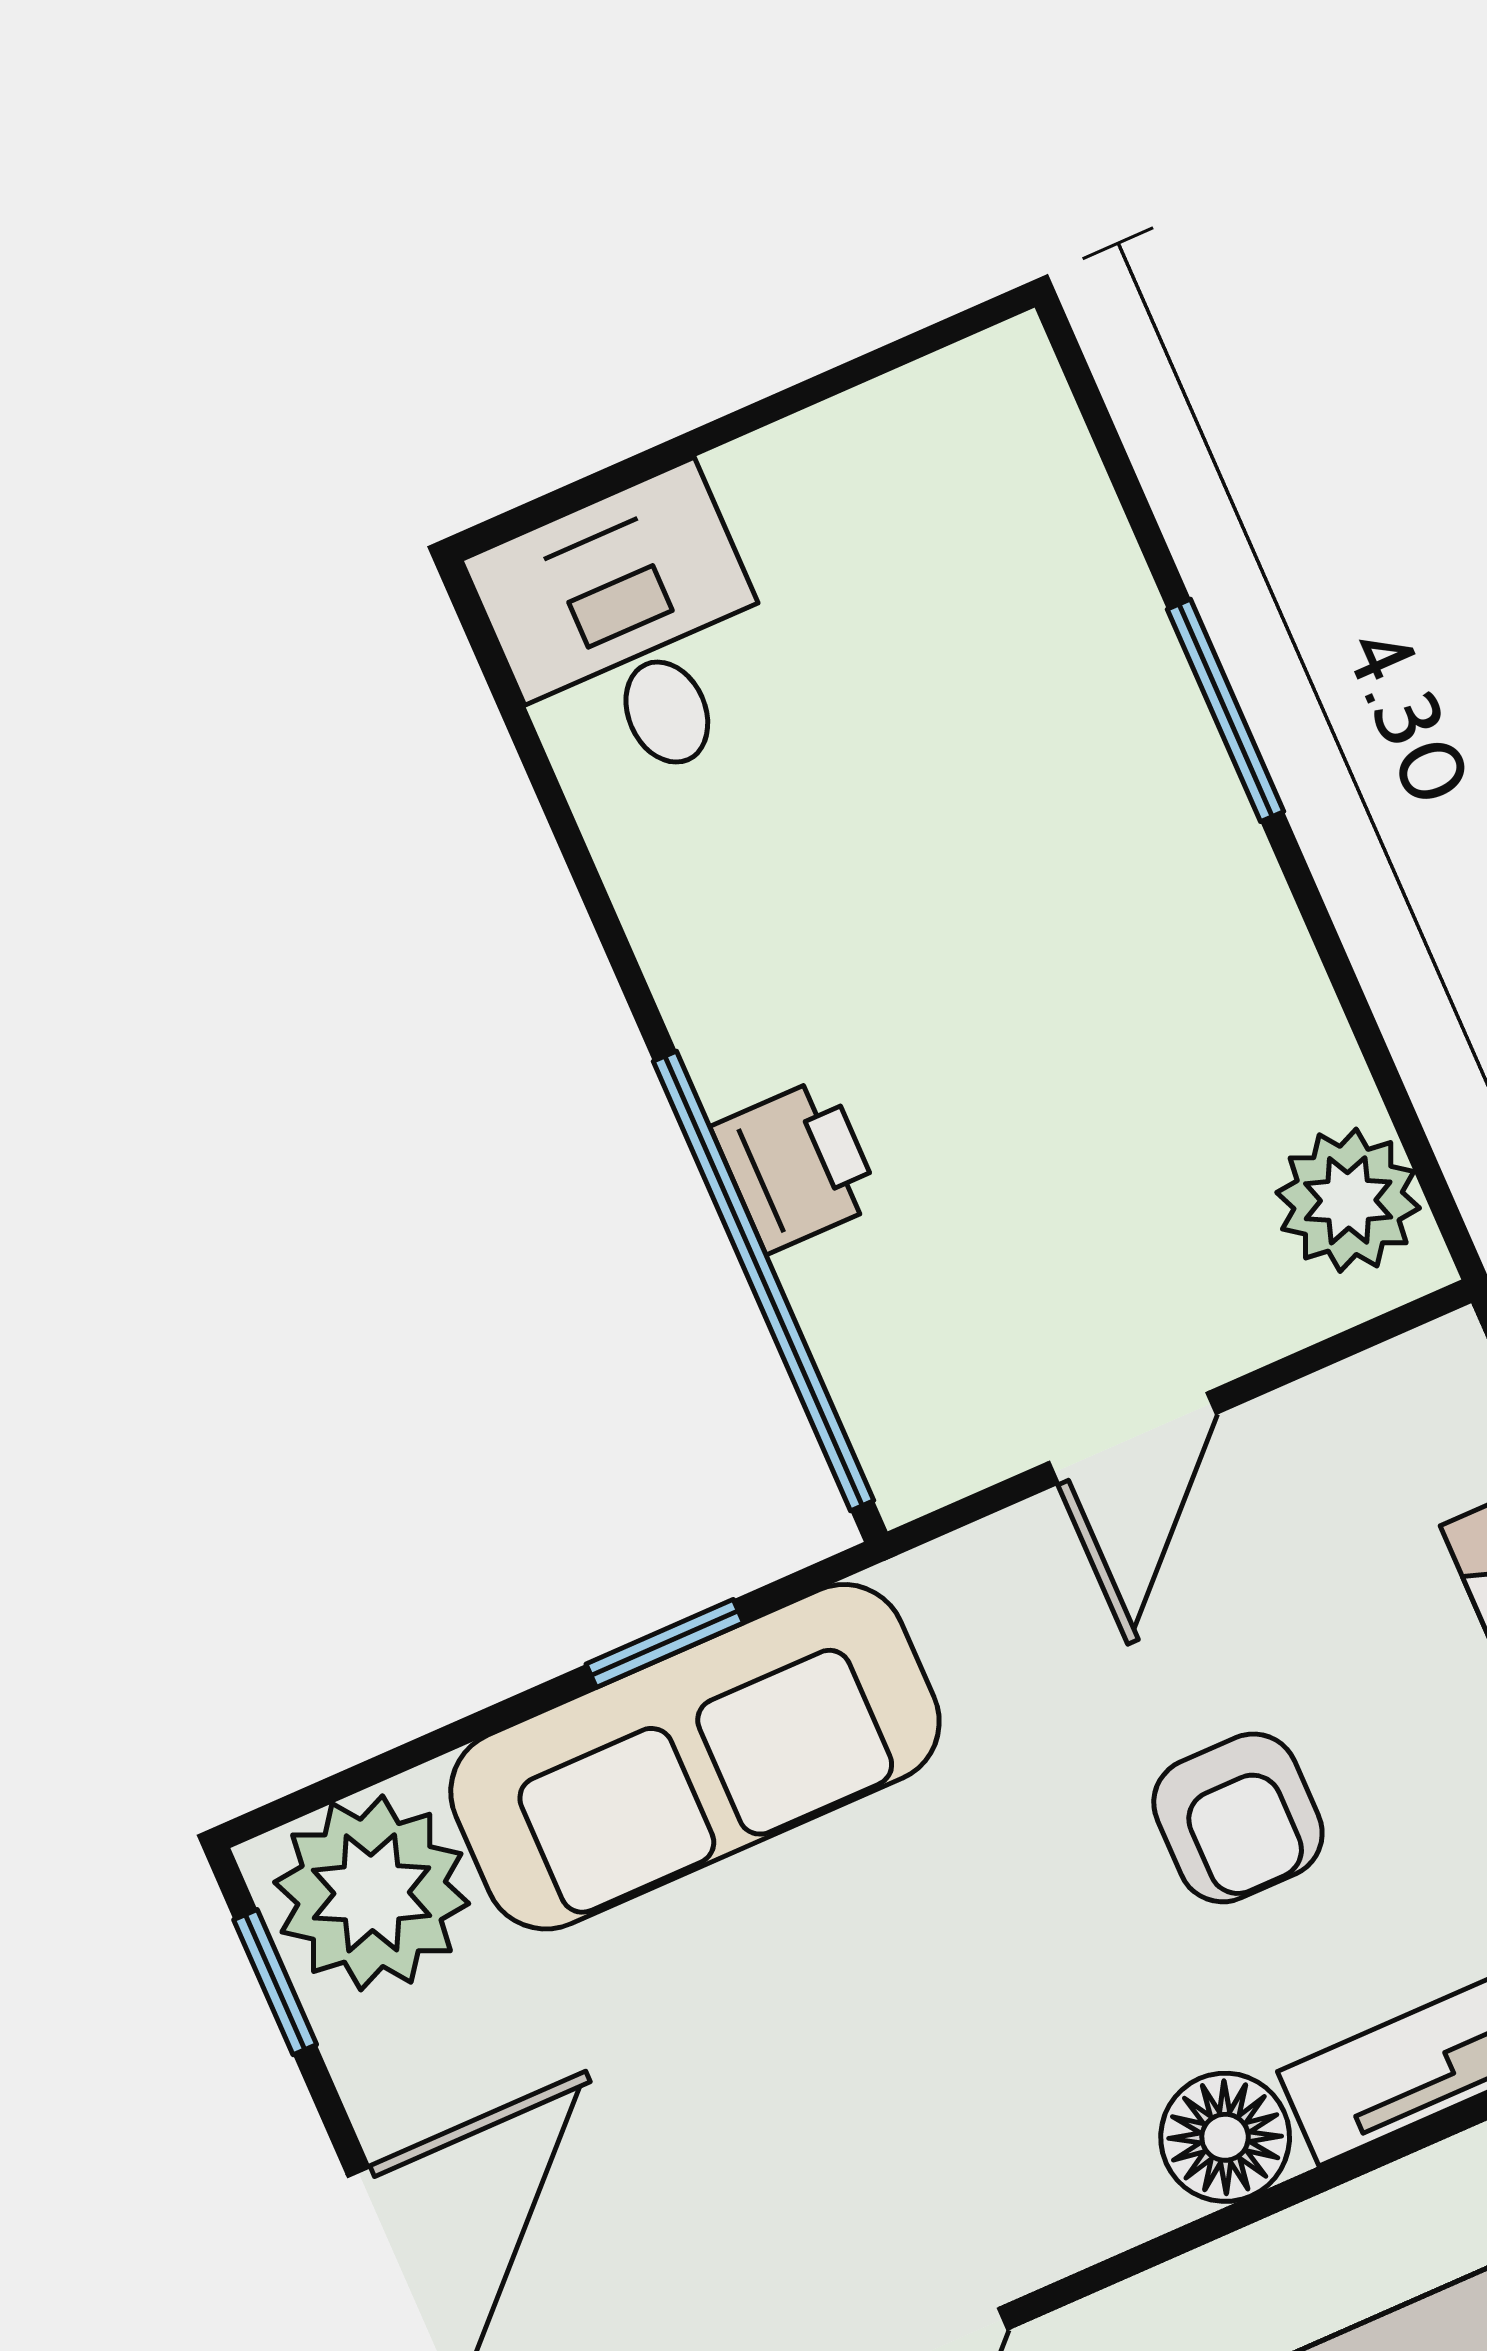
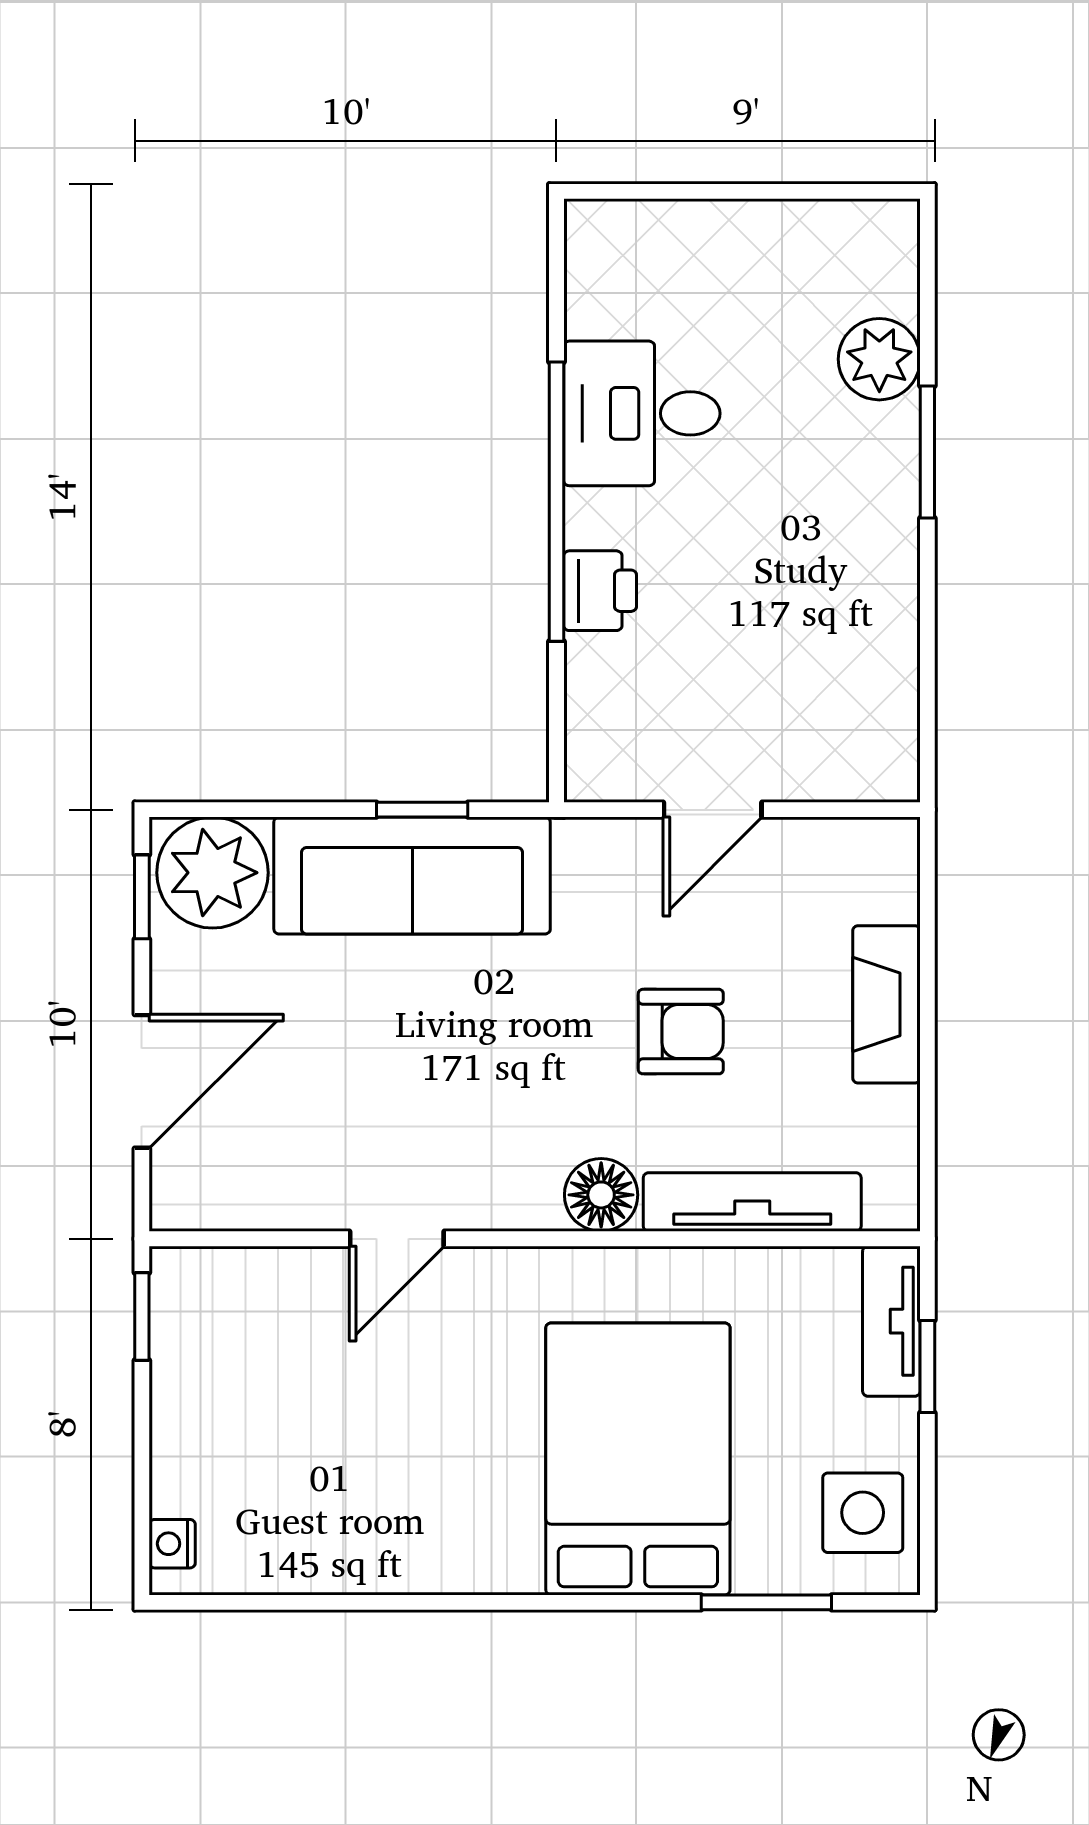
desk: (633, 634) -> (642, 413), moved, turned -90
plant: (1348, 1200) -> (879, 359), moved
window: (764, 1281) -> (556, 502), moved
armchair: (1238, 1818) -> (681, 1032), turned -90

